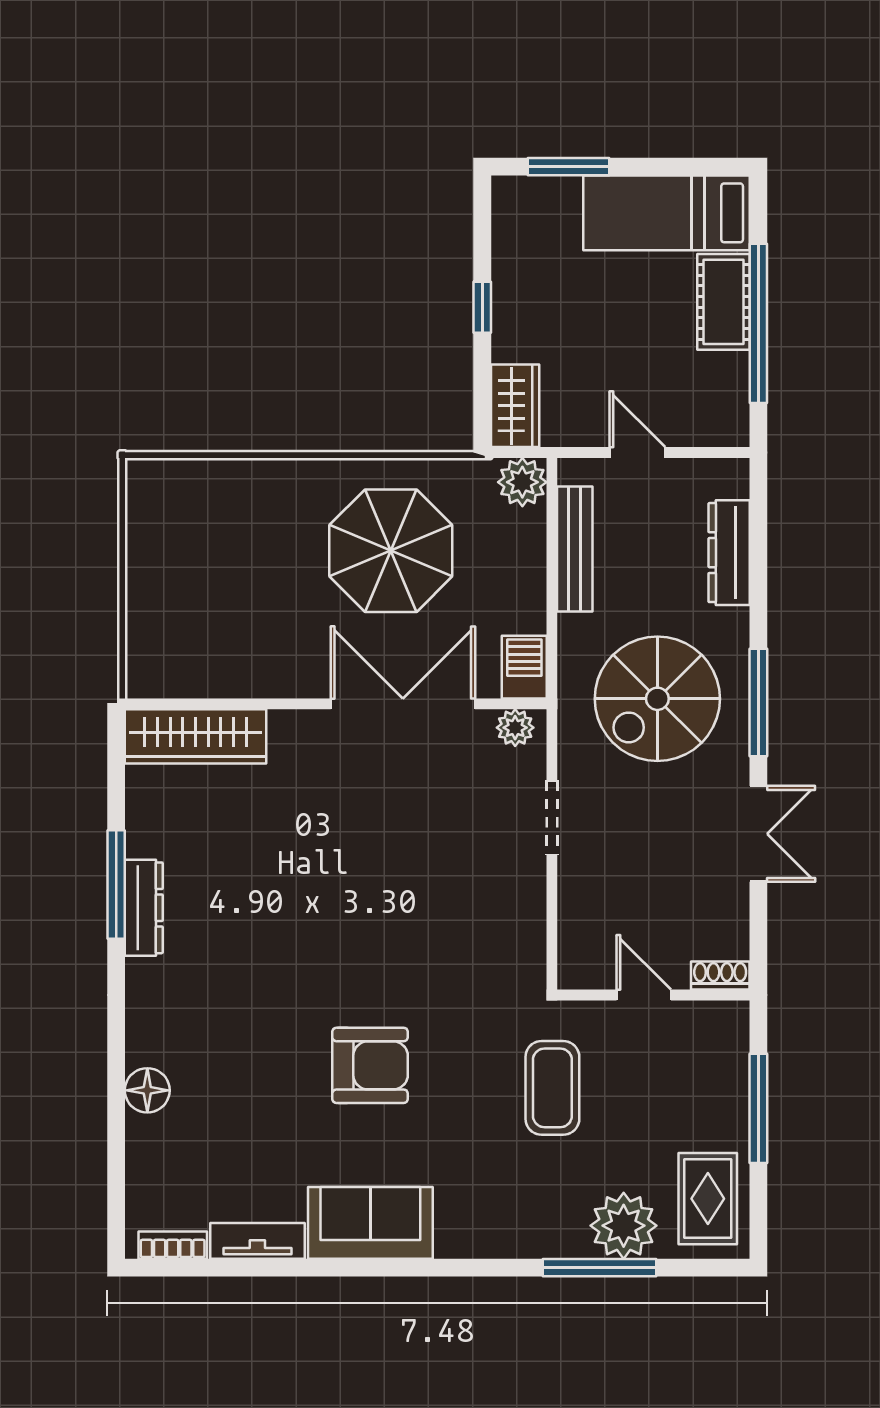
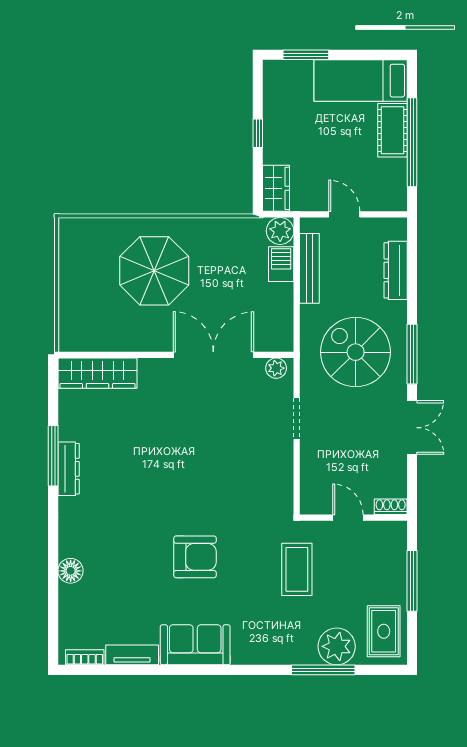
parasol: (391, 551) -> (154, 271), moved
barbecue: (524, 667) -> (281, 264), moved
spiral stairs: (657, 699) -> (356, 352), turned 90

